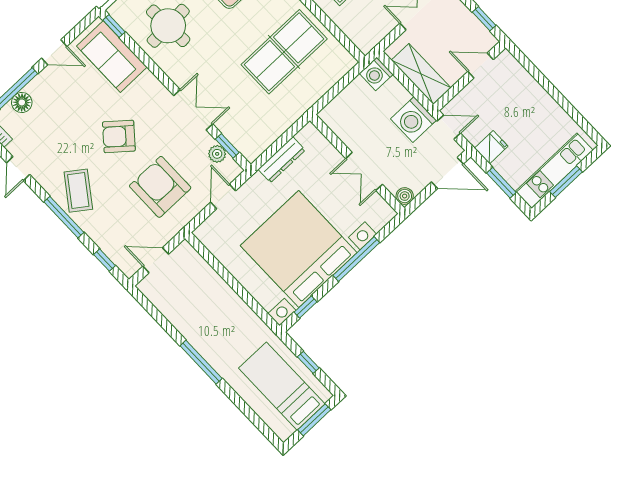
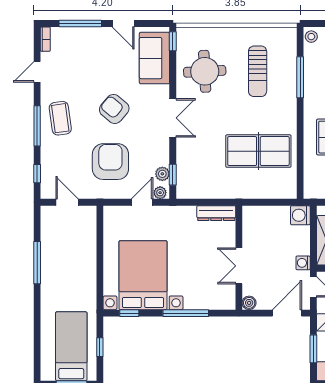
floor lamp: (22, 102) -> (76, 35), removed
double door: (193, 110) -> (173, 118), moved
washing machine: (414, 120) -> (303, 263), width x0.53, depth x0.53
dresser: (282, 160) -> (216, 213), moved
plant: (231, 173) -> (160, 193), added
door: (447, 173) -> (287, 313), swing flipped
coffee table: (78, 191) -> (60, 118), turned -44
bed with nightstands: (299, 249) -> (143, 275), width x0.73
window: (201, 362) -> (37, 263), moved

